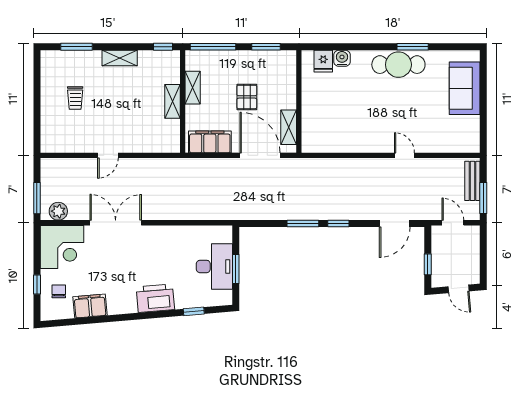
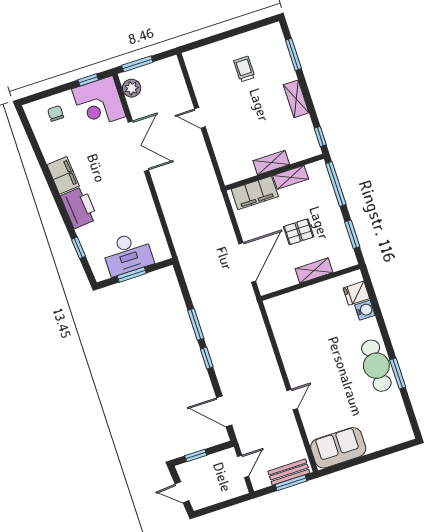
sofa: (465, 88) -> (338, 448), moved
trolley: (75, 98) -> (244, 69), turned 90
shelving: (289, 127) -> (314, 271), moved
filing cabinet: (210, 142) -> (255, 193), moved, turned 90
window: (483, 198) -> (291, 483), moved
window: (37, 284) -> (88, 80), moved
door: (459, 289) -> (182, 492), hinge flipped
chair: (59, 291) -> (56, 113), turned -90
filing cabinet: (90, 306) -> (63, 175), moved

